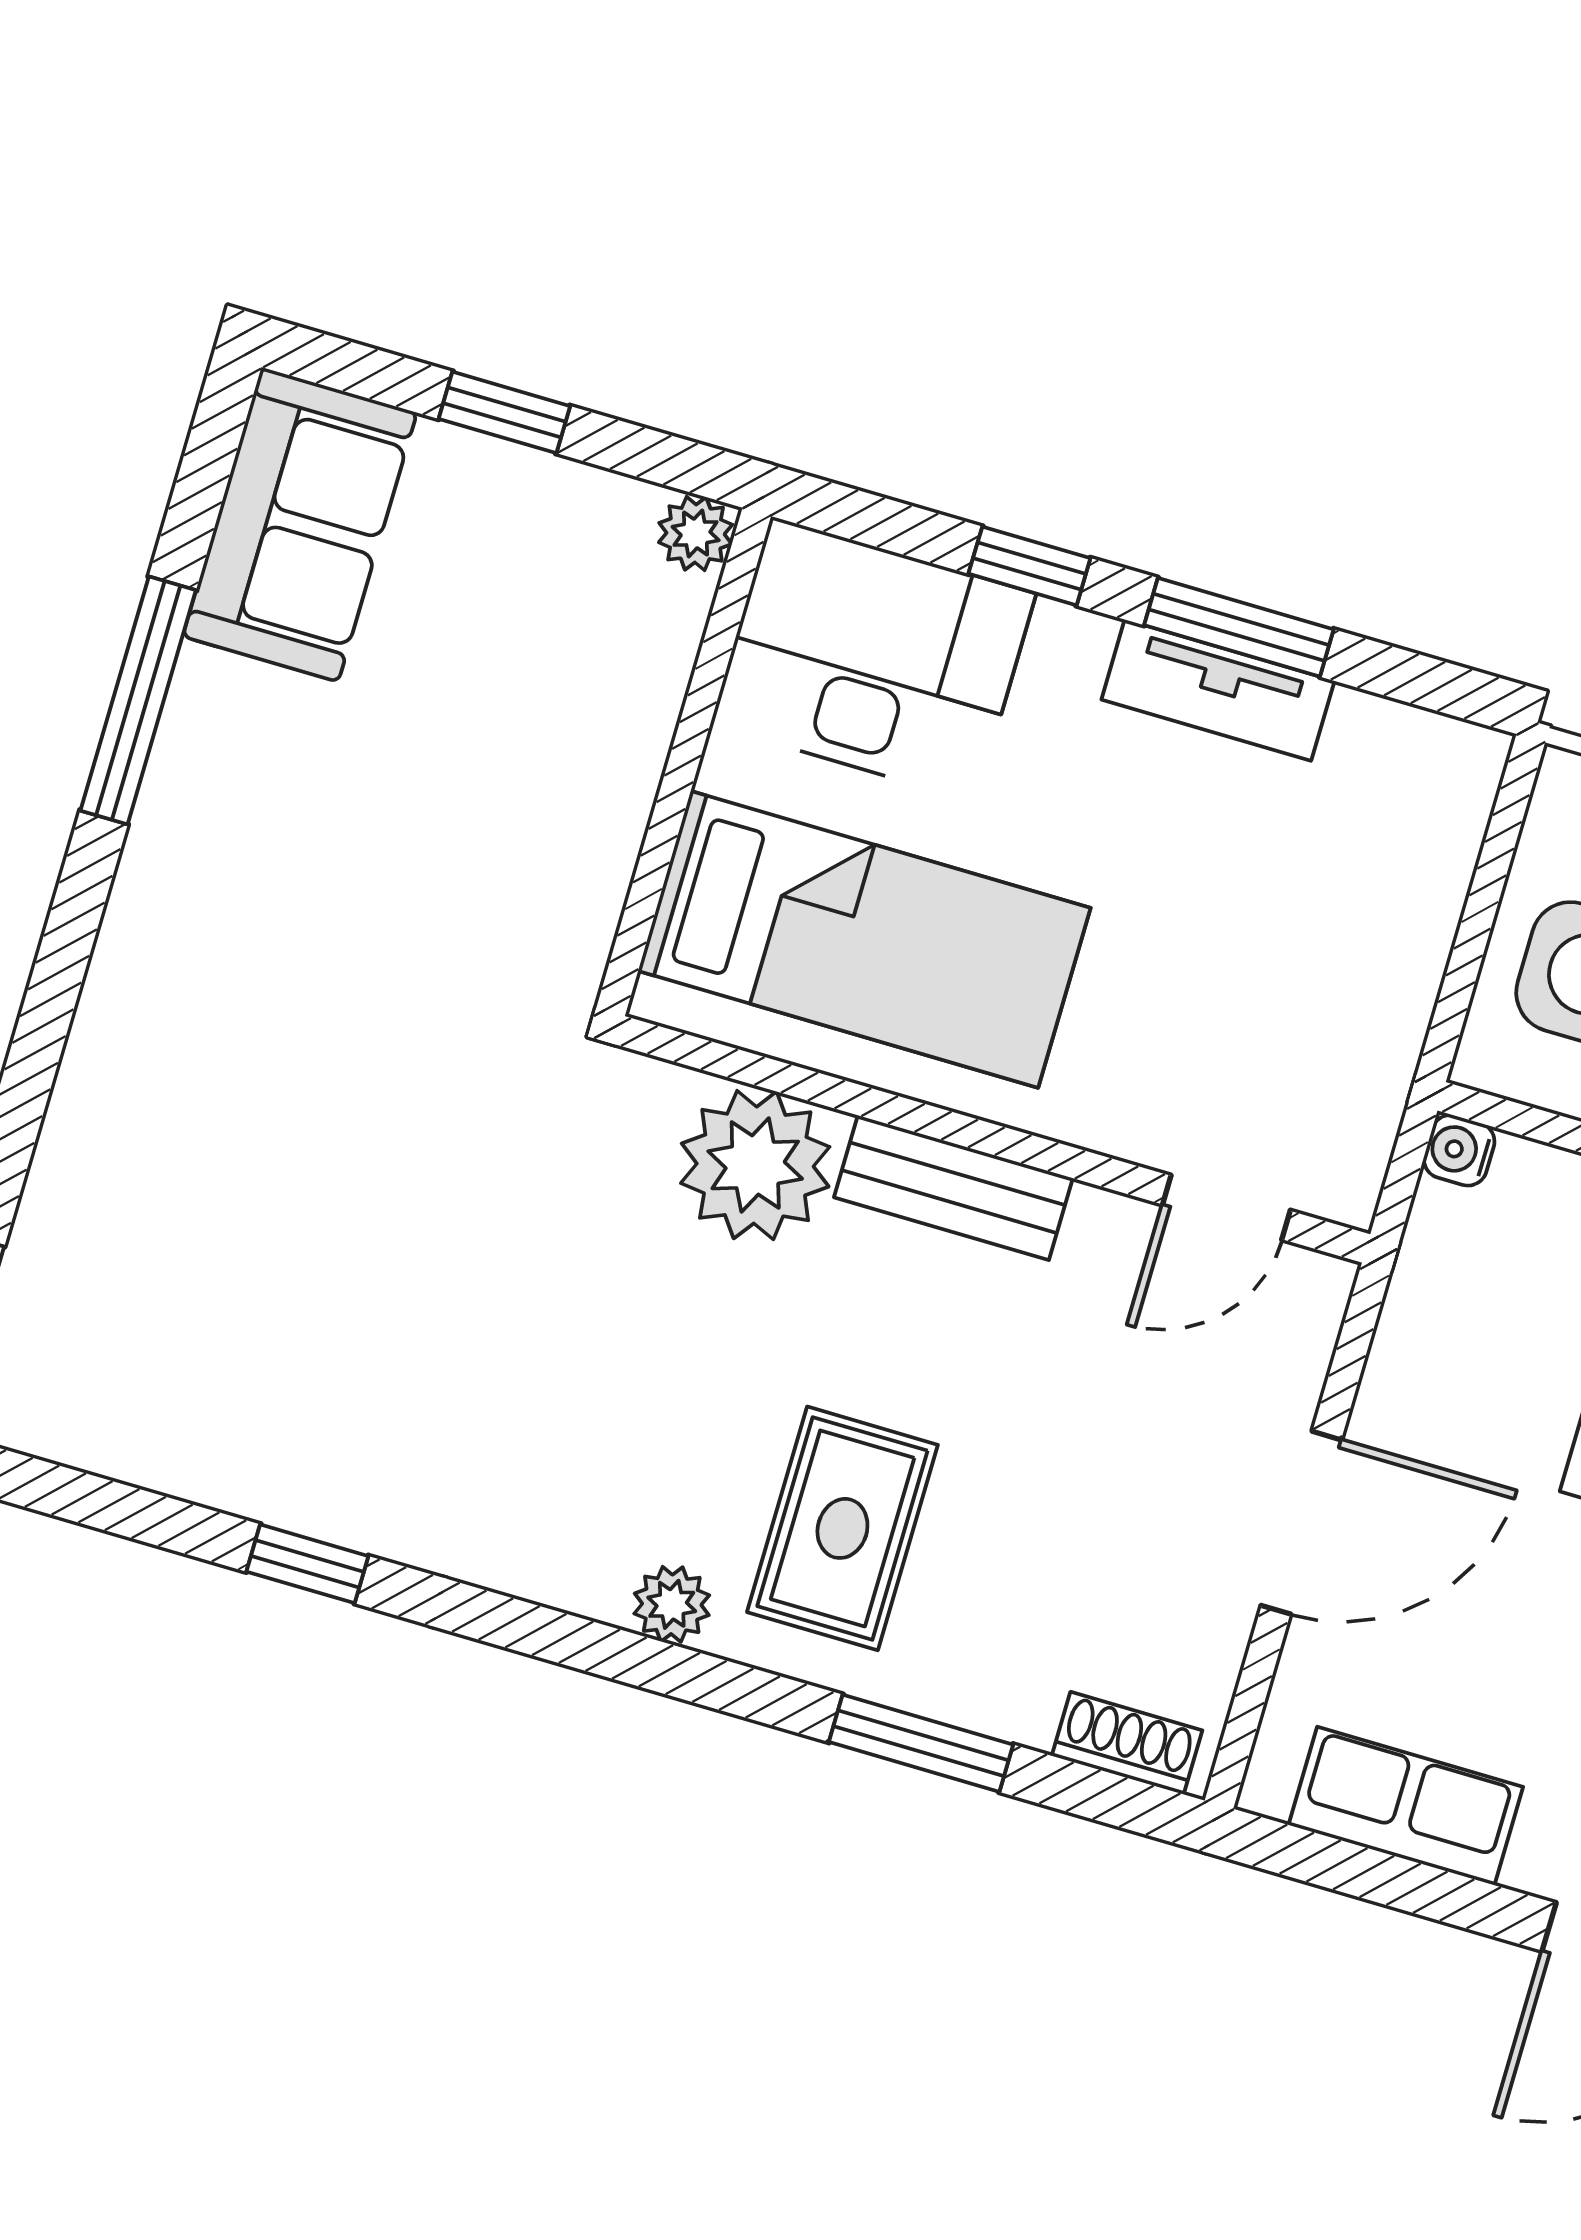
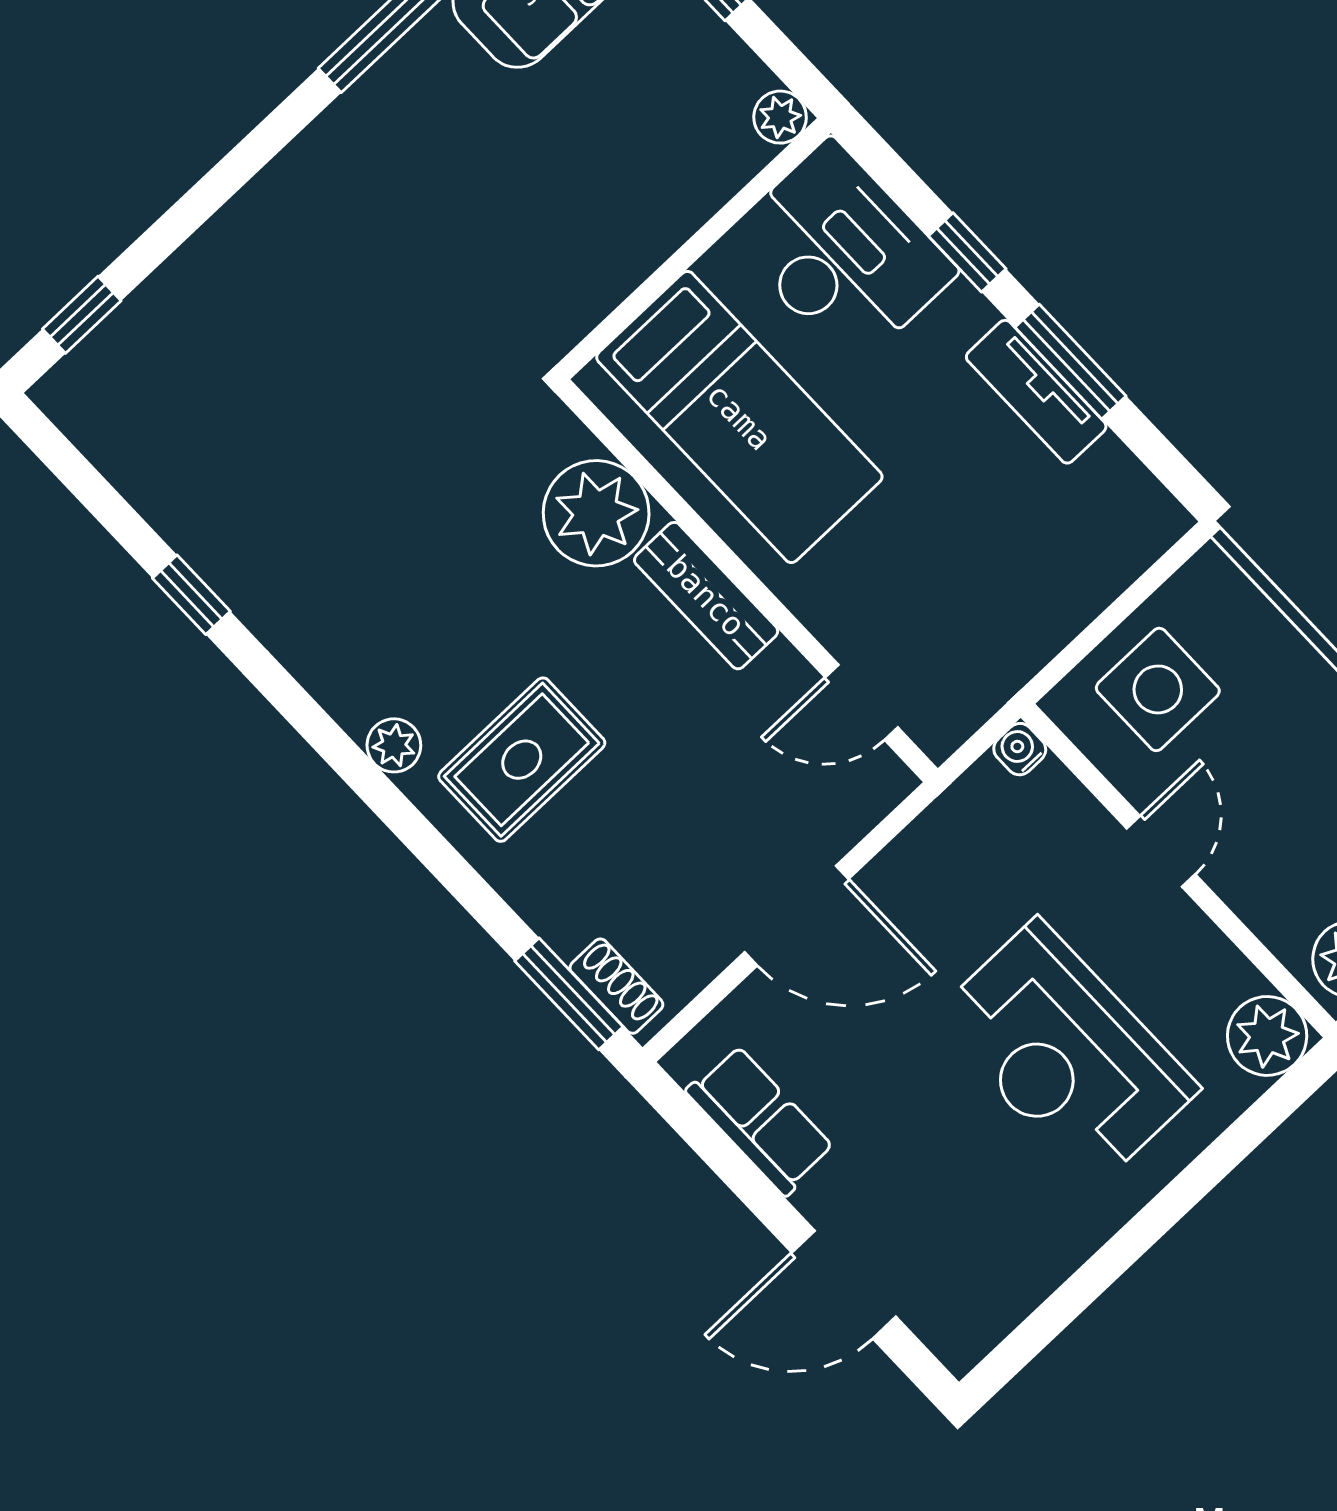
window: (921, 1743) -> (569, 994), moved

